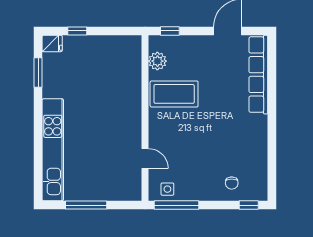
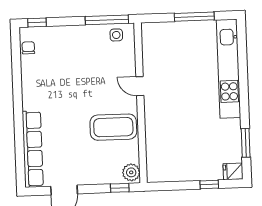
plant: (157, 61) -> (131, 172), moved
door: (145, 158) -> (140, 86), moved
chair: (232, 183) -> (28, 48), moved

